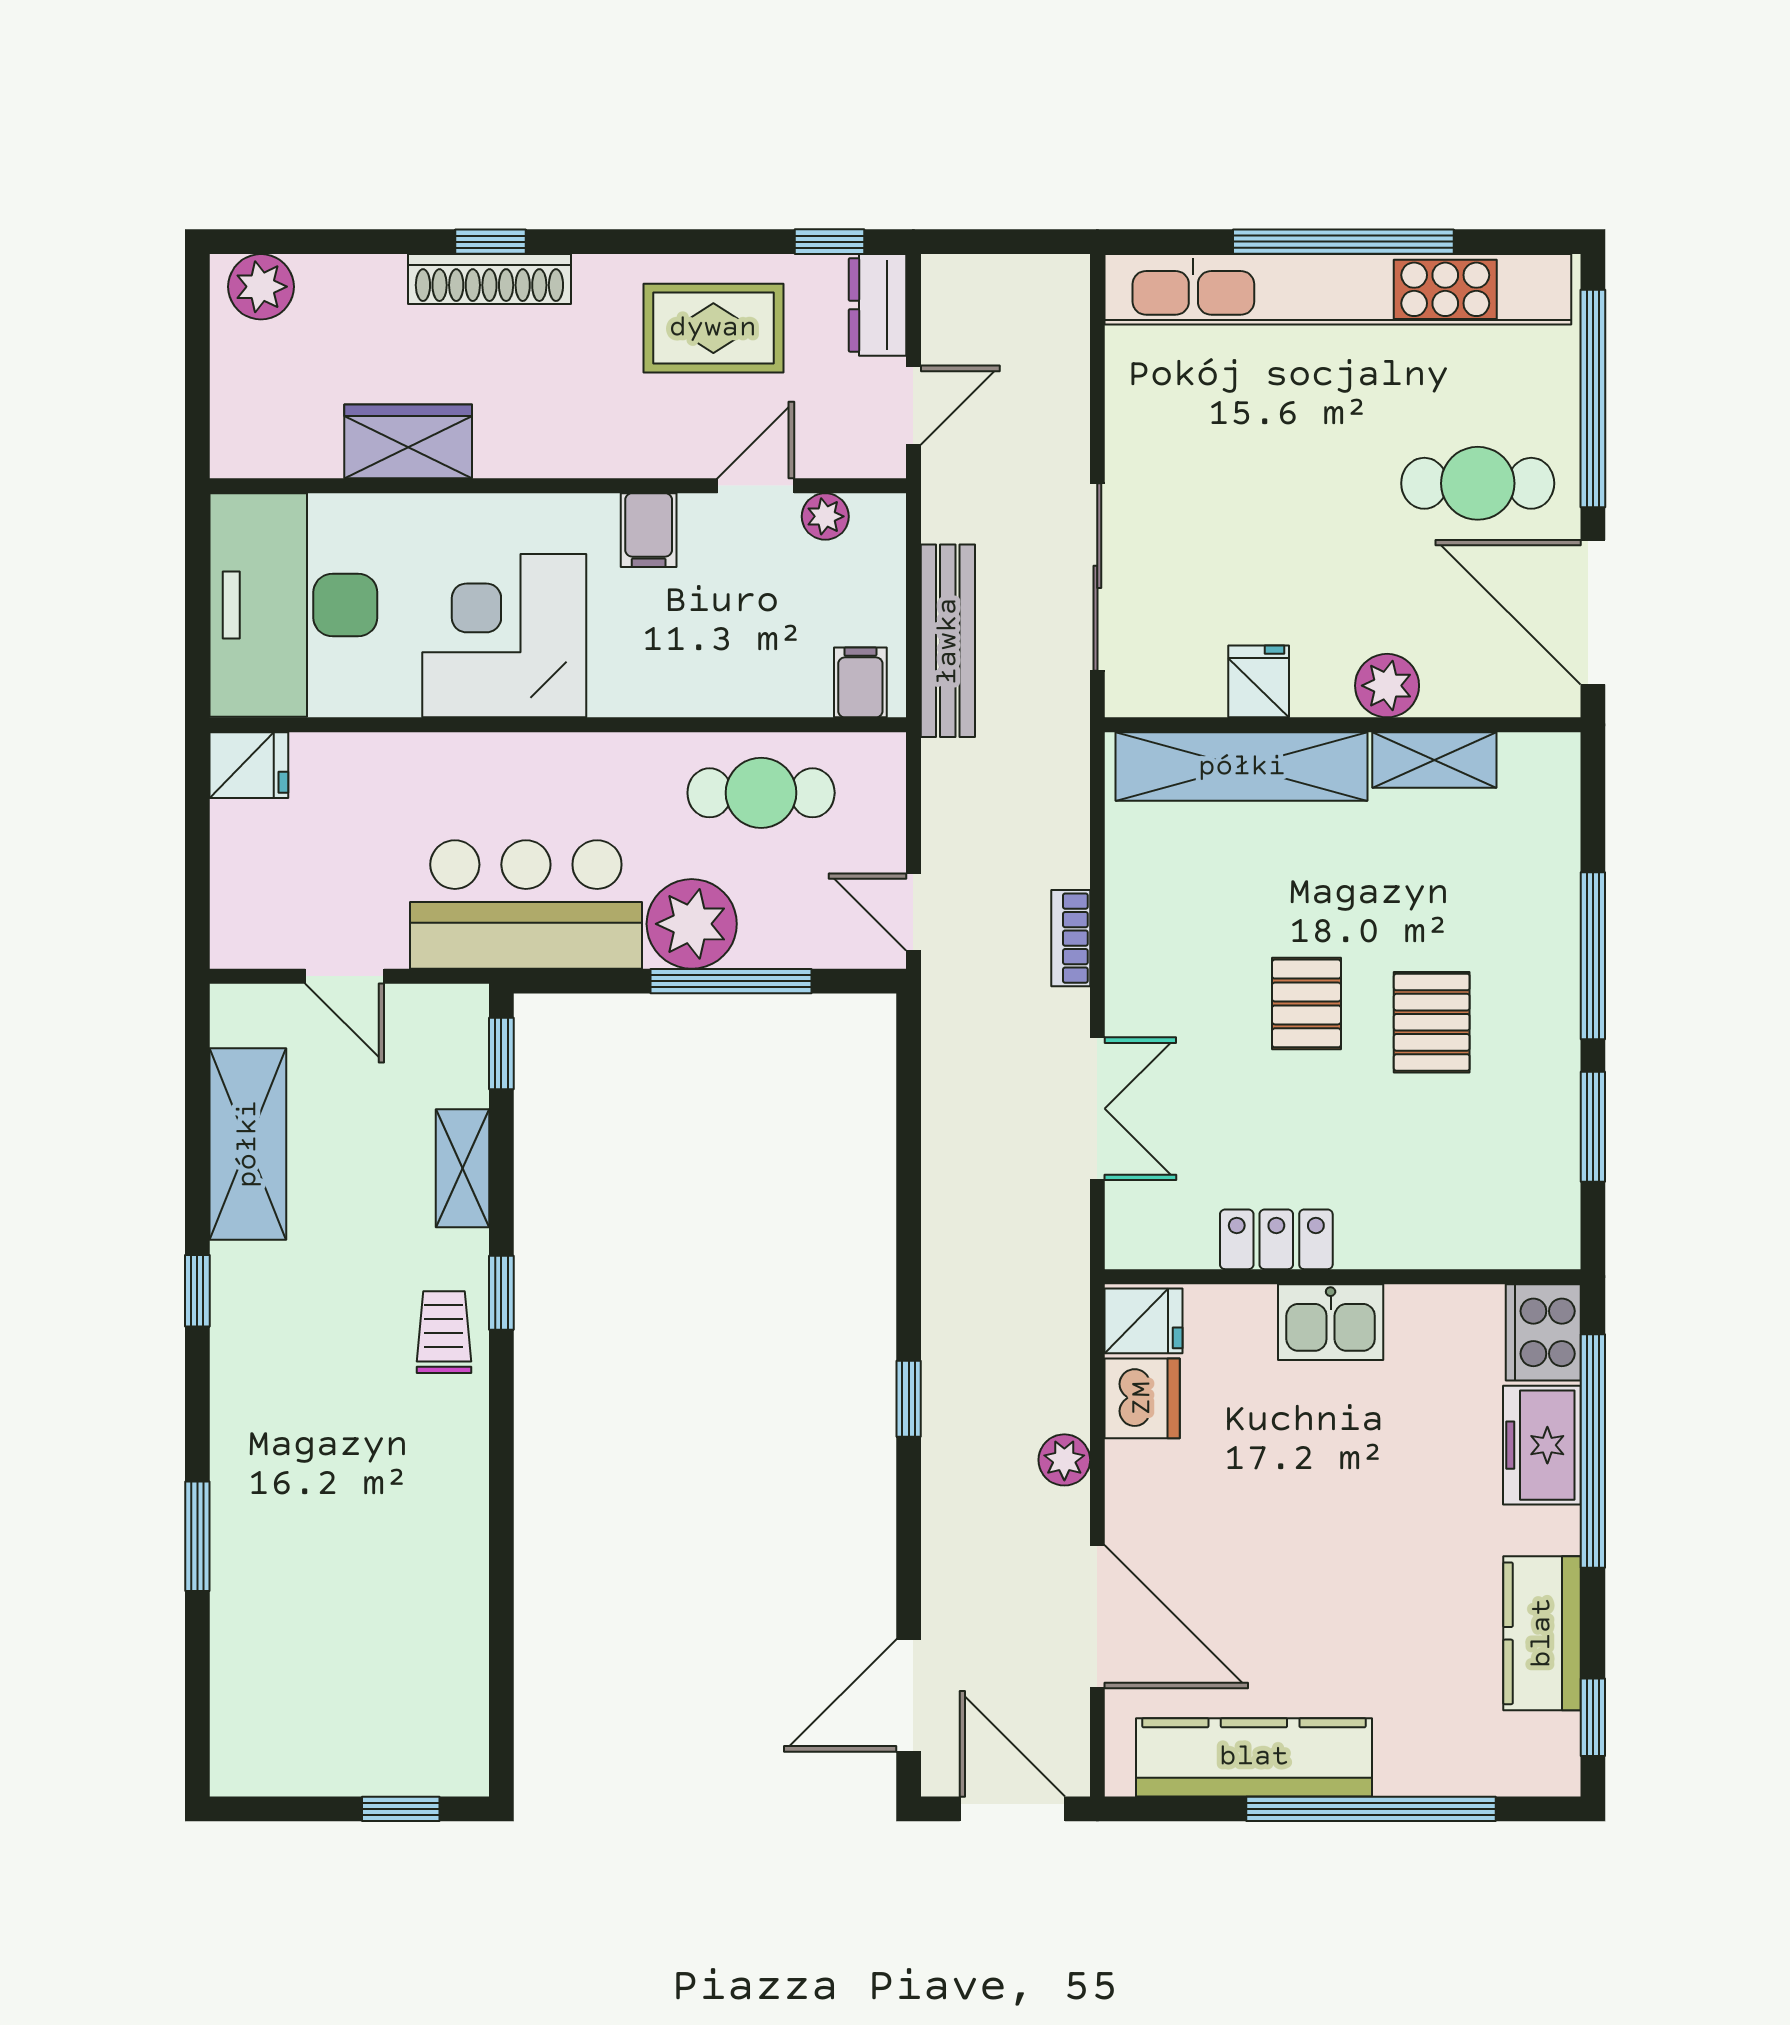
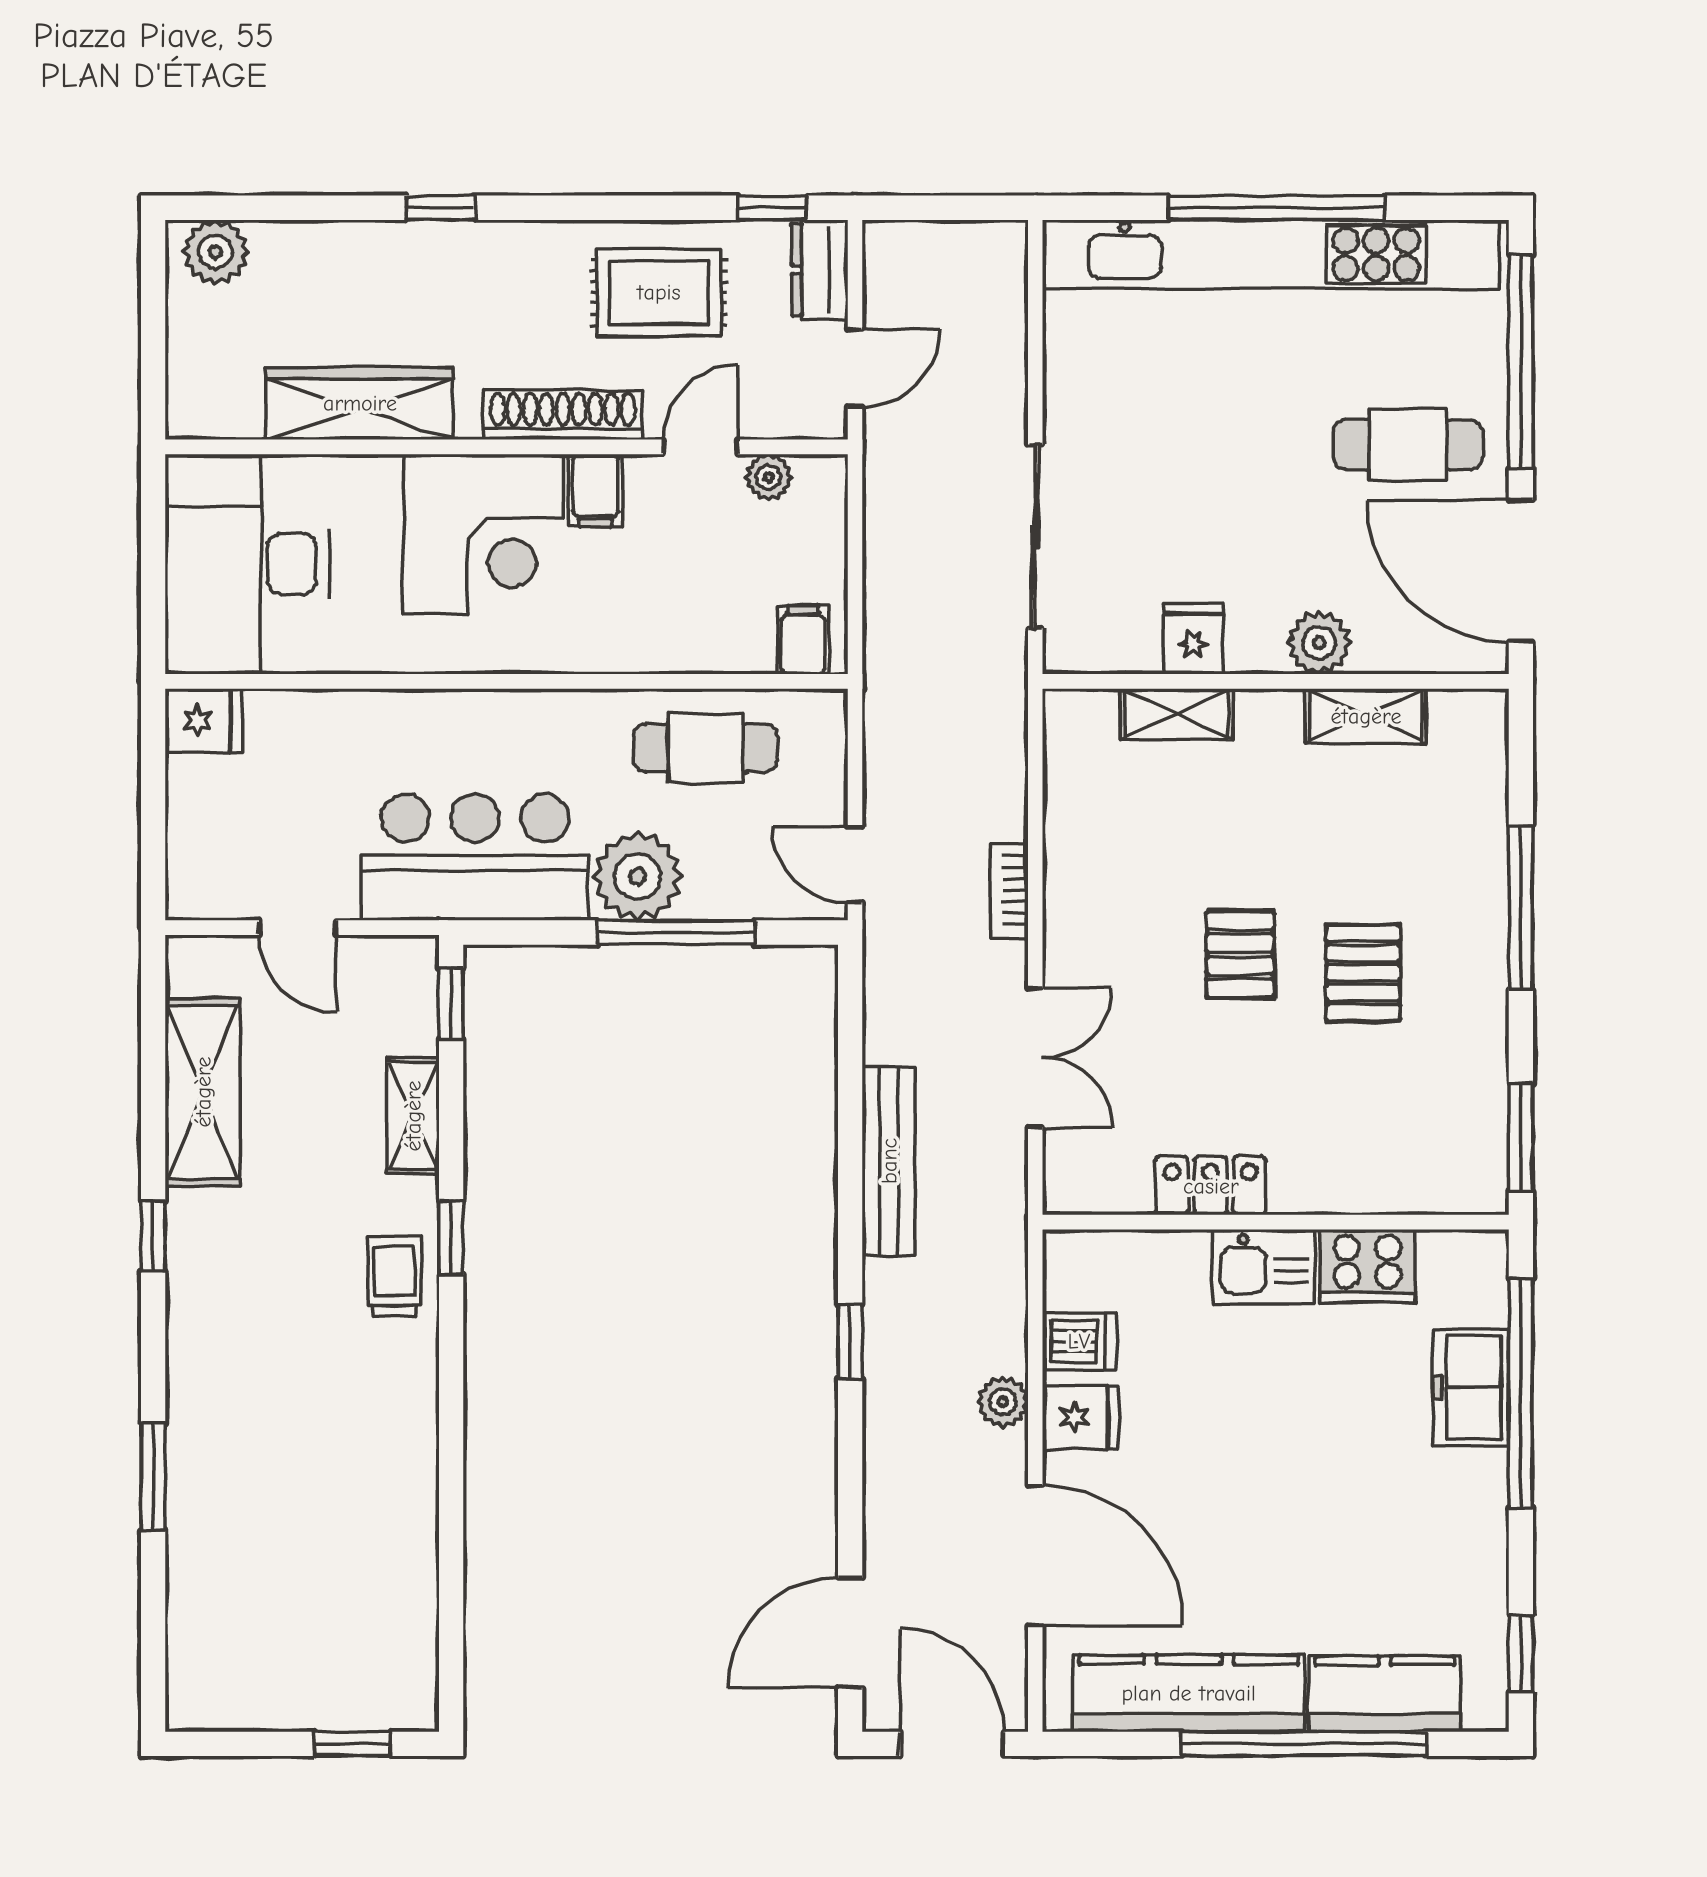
shoe rack: (489, 279) -> (563, 415), moved, turned 180
wardrobe: (408, 441) -> (360, 403), width x1.50
corner desk: (504, 636) -> (483, 534), moved, turned 180
bench: (948, 641) -> (889, 1161), moved
shelving: (1242, 767) -> (1177, 714), width x0.45, depth x0.75
window: (1593, 1127) -> (1521, 1137), moved
fridge: (1144, 1321) -> (1080, 1417), moved
cooker: (1543, 1332) -> (1367, 1266), moved, turned -90
dishwasher: (1142, 1398) -> (1079, 1341), width x0.73
kitchen counter: (1542, 1633) -> (1385, 1694), moved, turned 90

